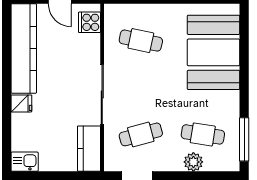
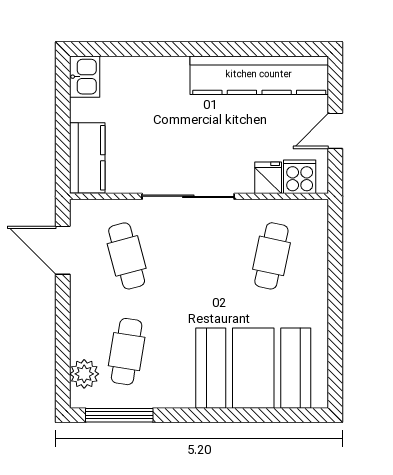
fridge: (21, 103) -> (268, 178), moved, turned 180
kitchen counter: (89, 149) -> (87, 158), moved, turned 90
plant: (193, 162) -> (84, 374), moved

